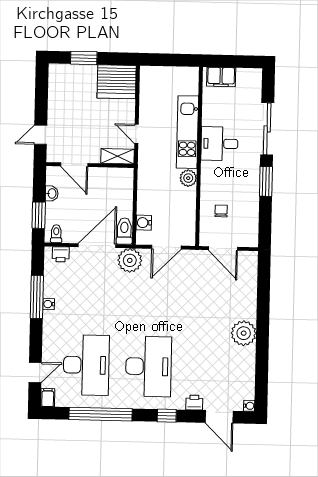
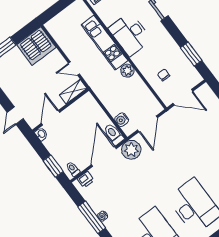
desk: (219, 144) -> (130, 34), width x1.37
door: (74, 165) -> (51, 118), swing flipped
window: (266, 181) -> (191, 54), moved
washbasin: (52, 193) -> (41, 134), moved

